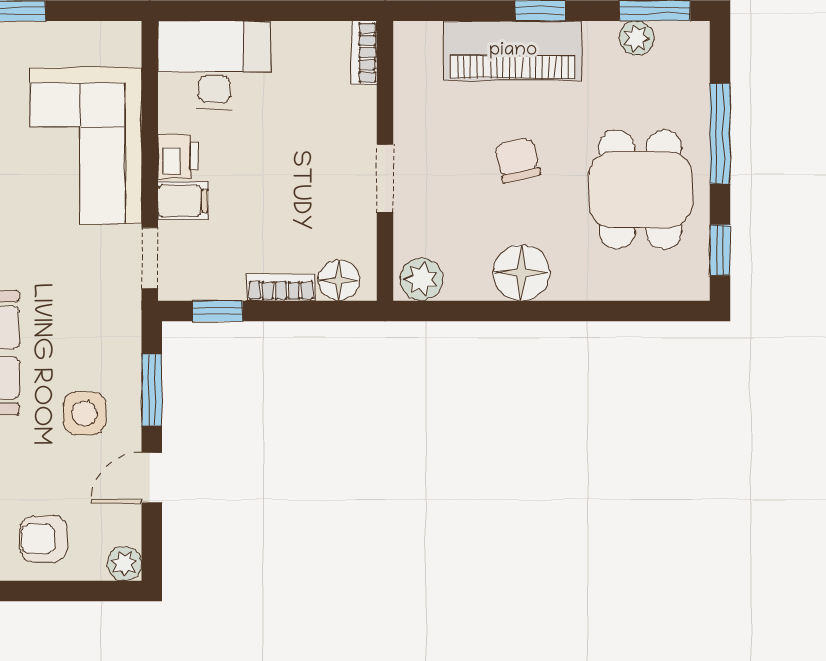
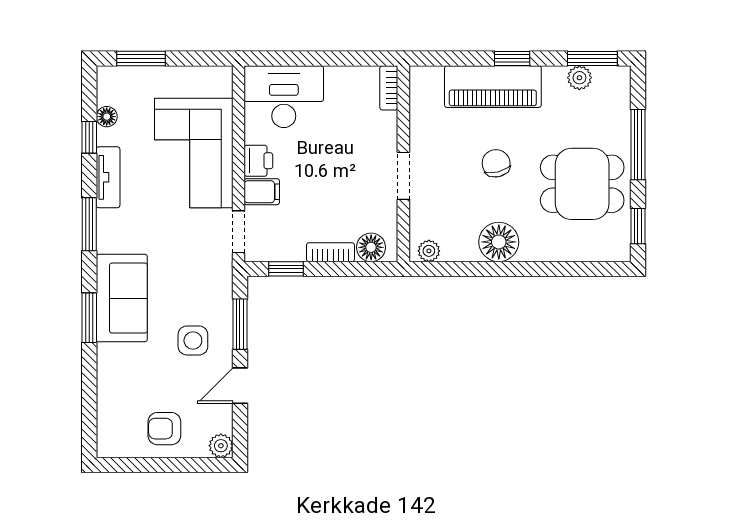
dining table: (640, 190) -> (582, 184), turned 90
plant: (421, 279) -> (429, 251), width x0.73, depth x0.73

